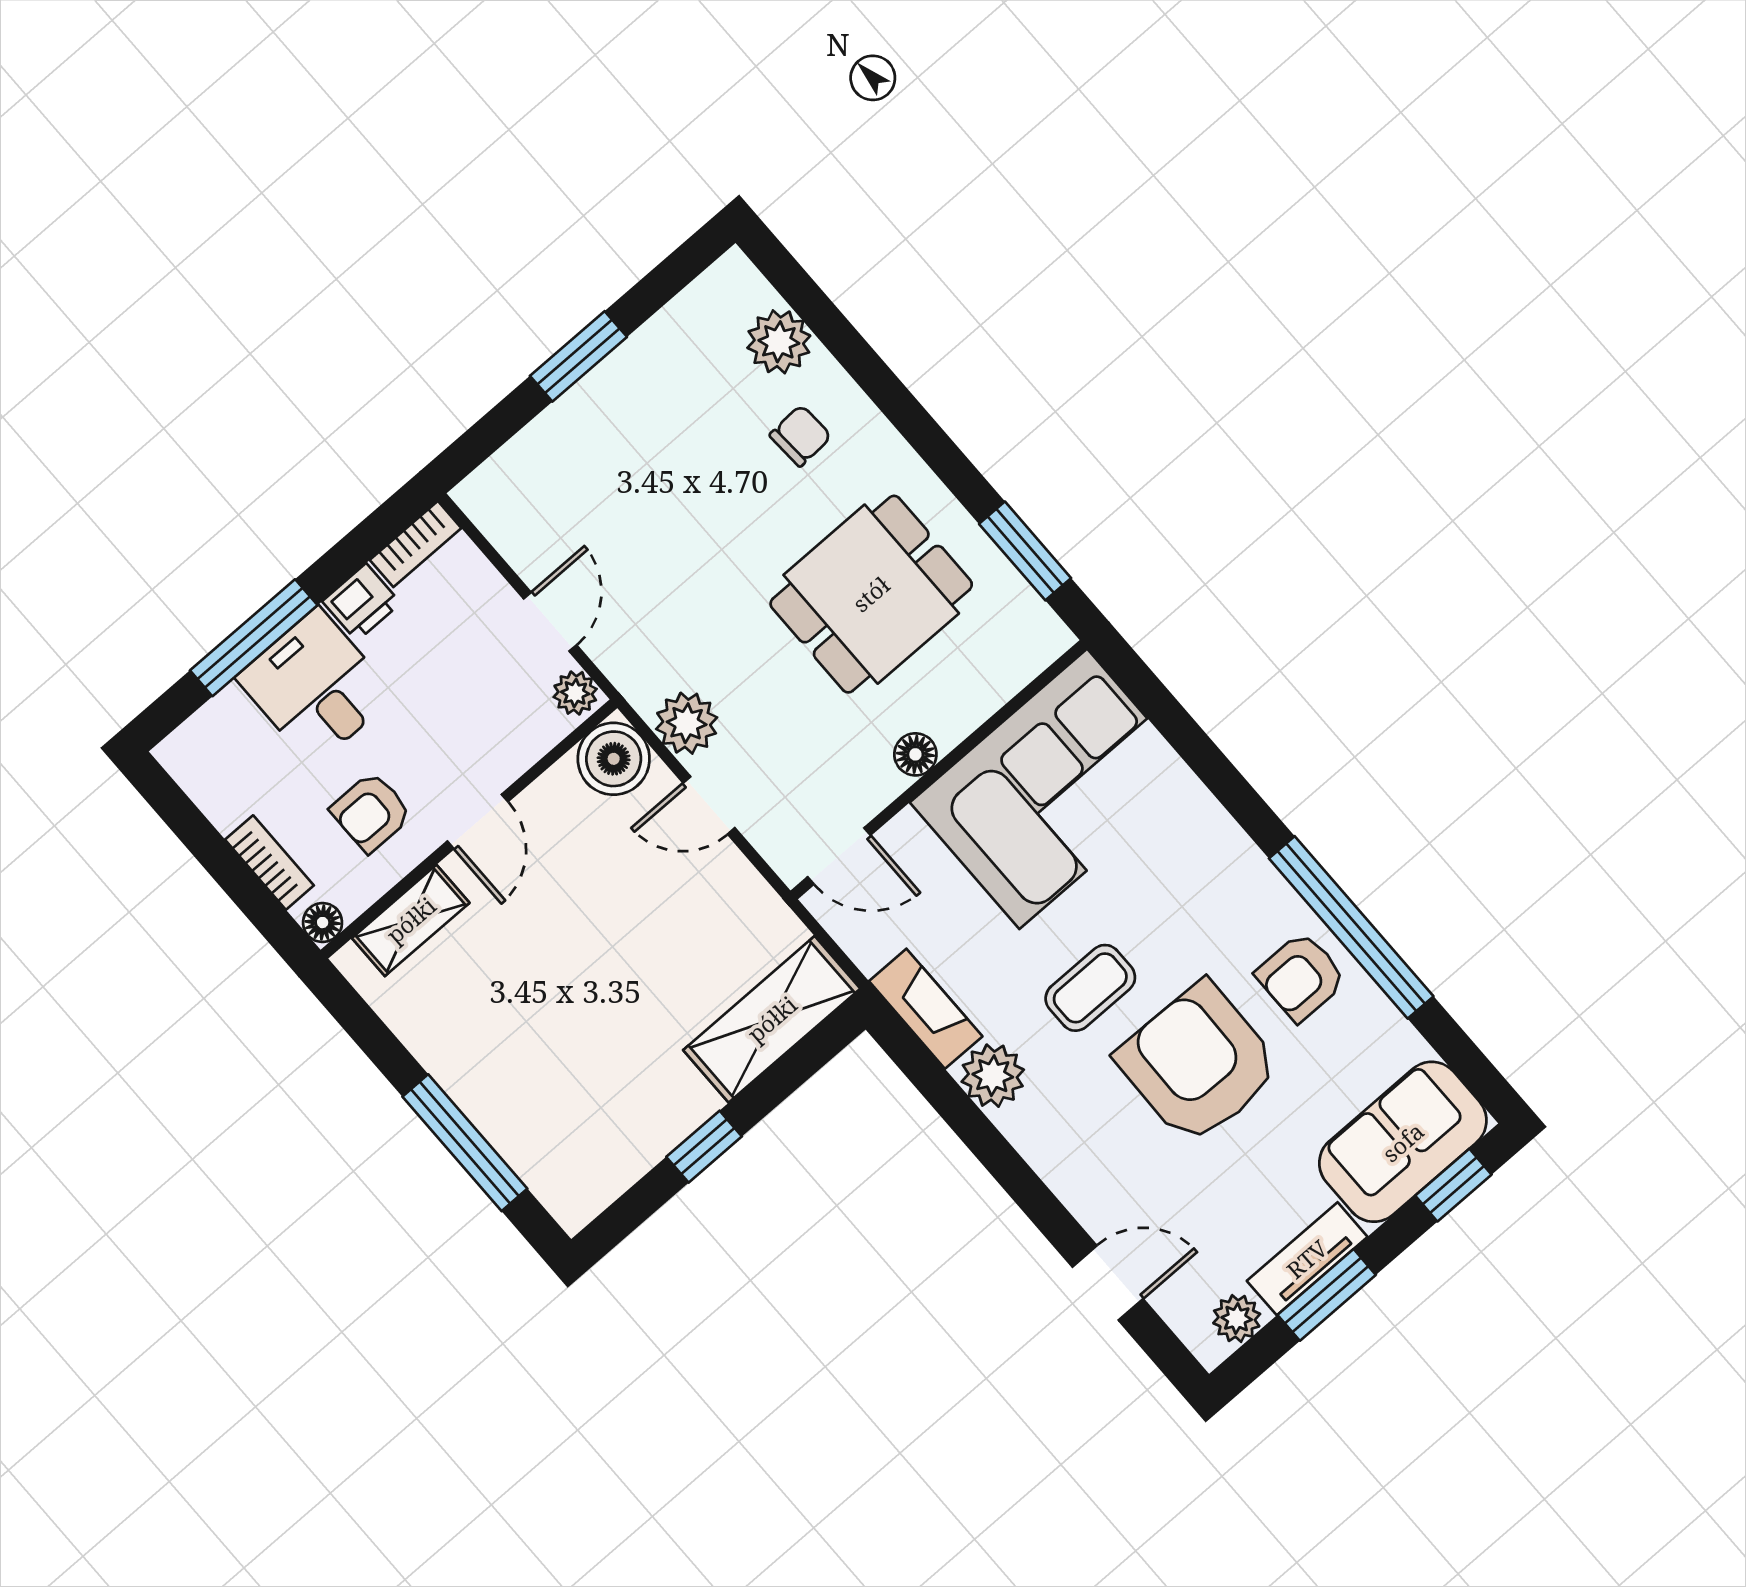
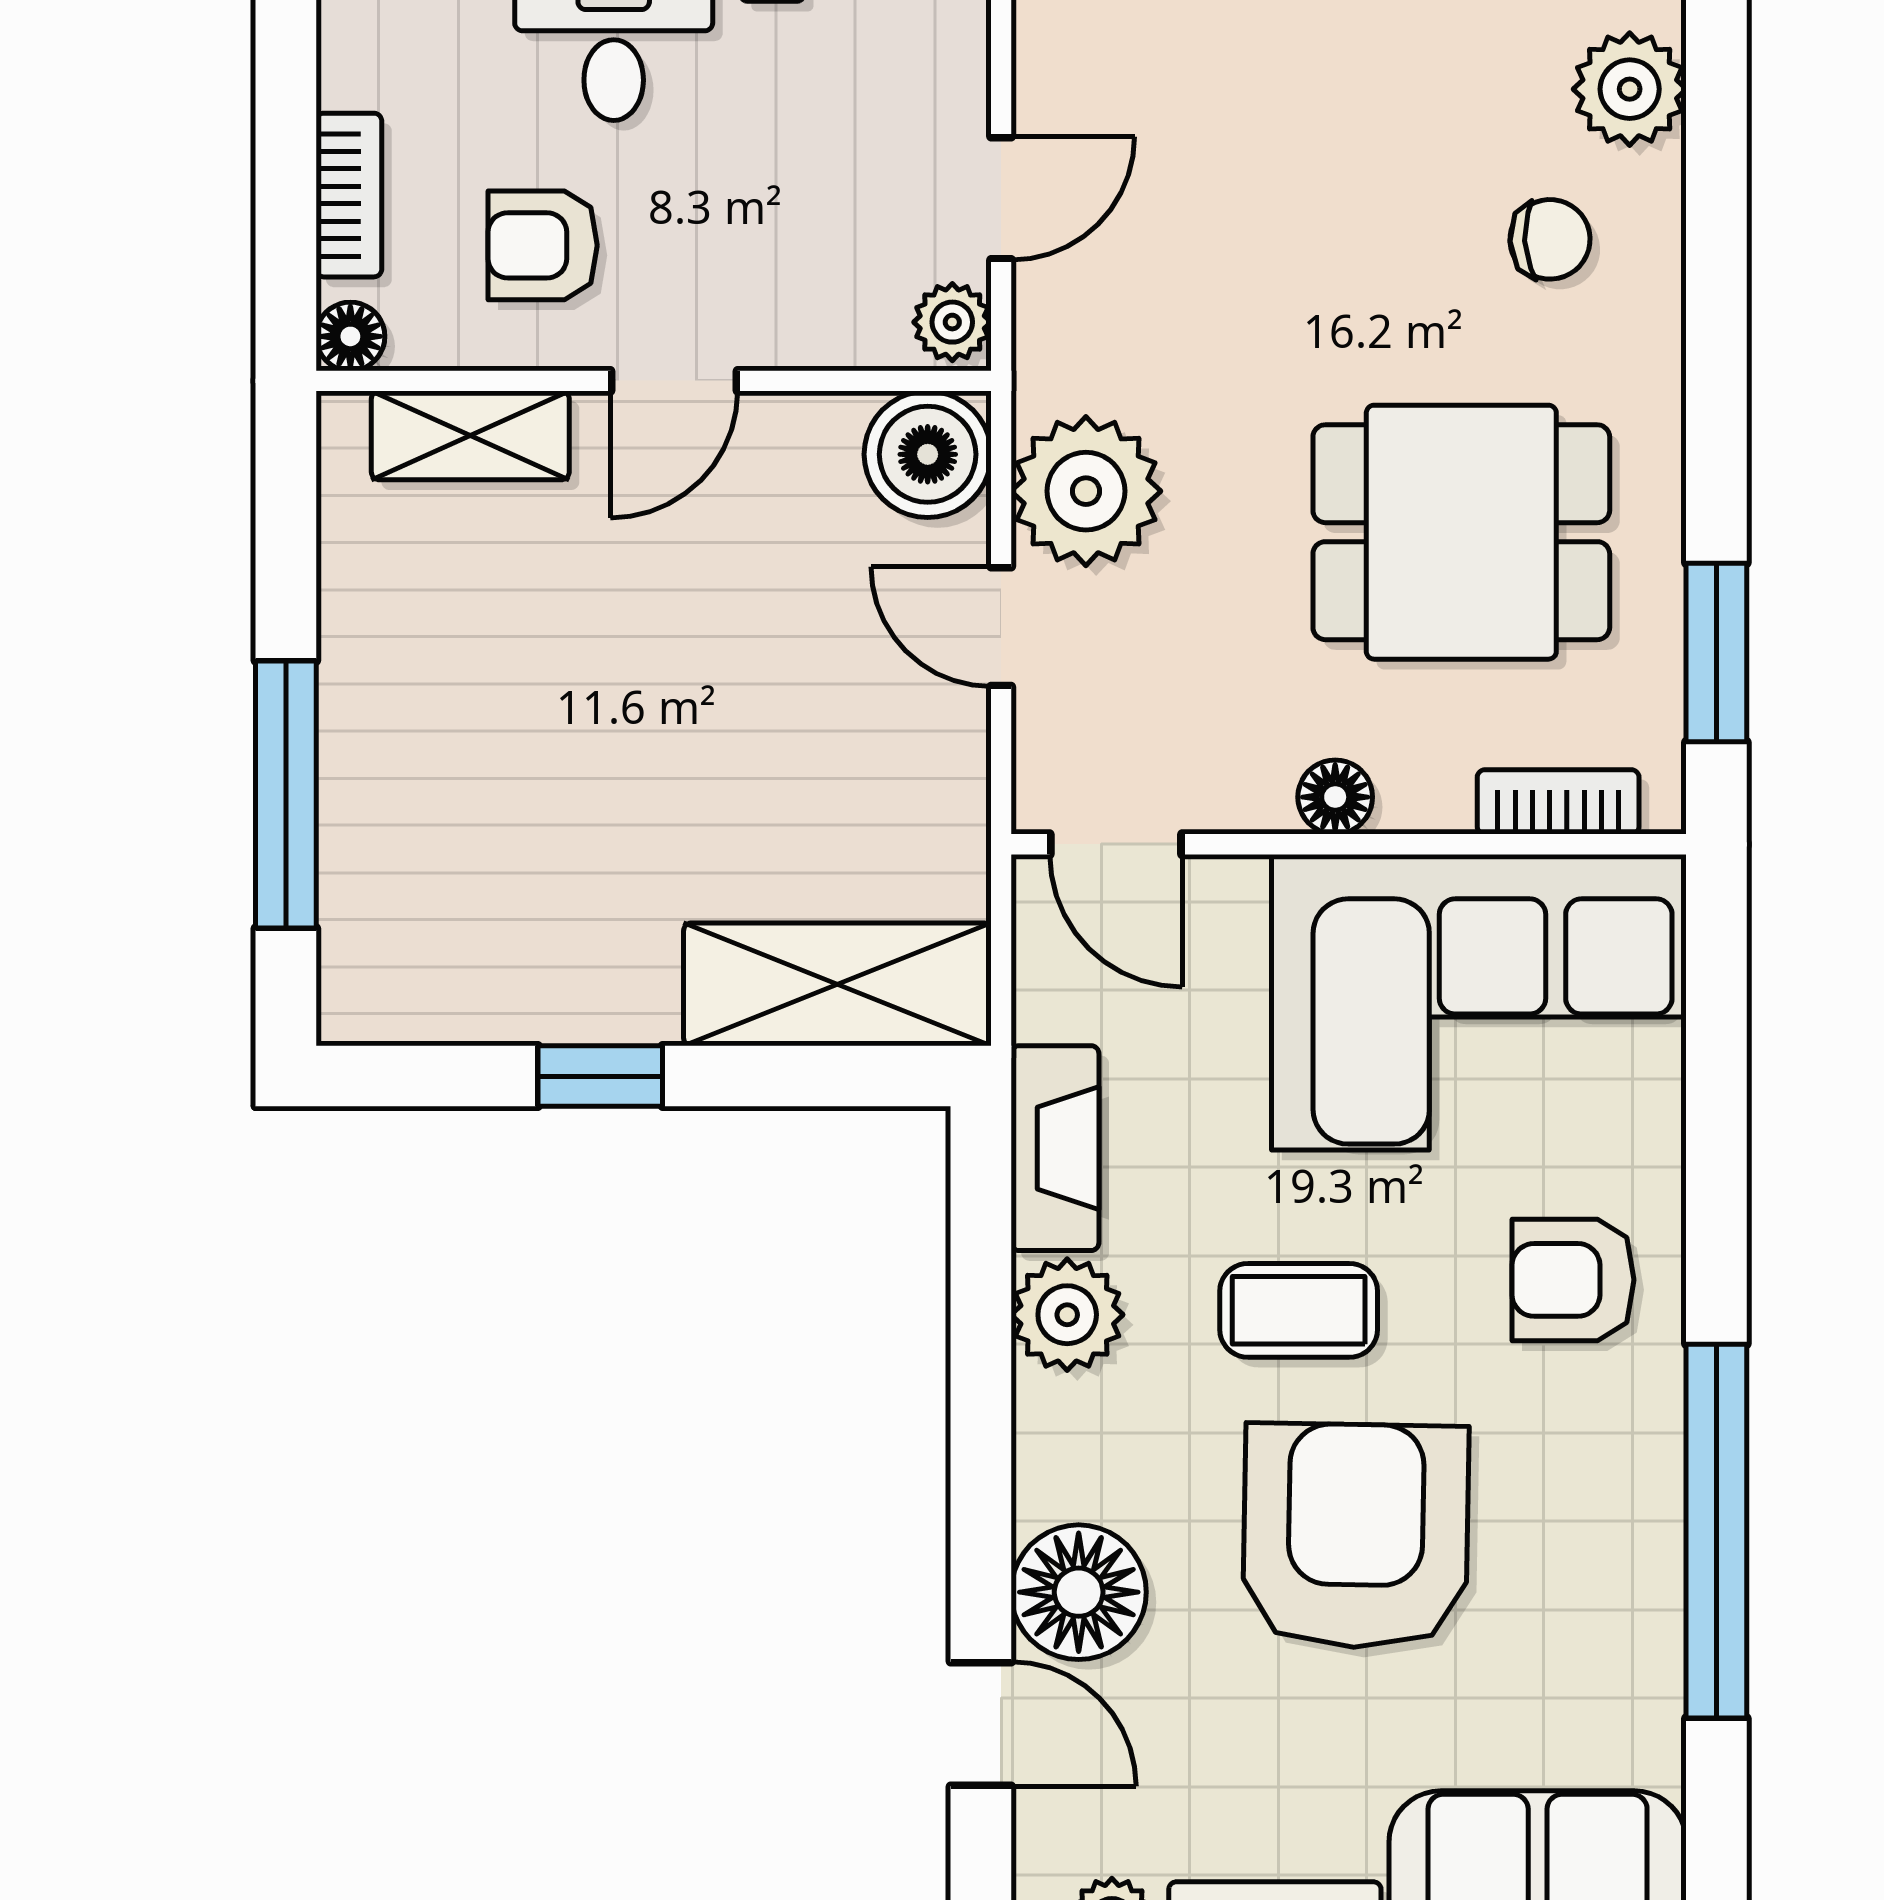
bookcase: (1013, 674) -> (1558, 802), added
plant: (687, 723) -> (1086, 491), width x1.36, depth x1.36
armchair: (1301, 977) -> (1573, 1280), moved
floor lamp: (1101, 1190) -> (1079, 1592), added

